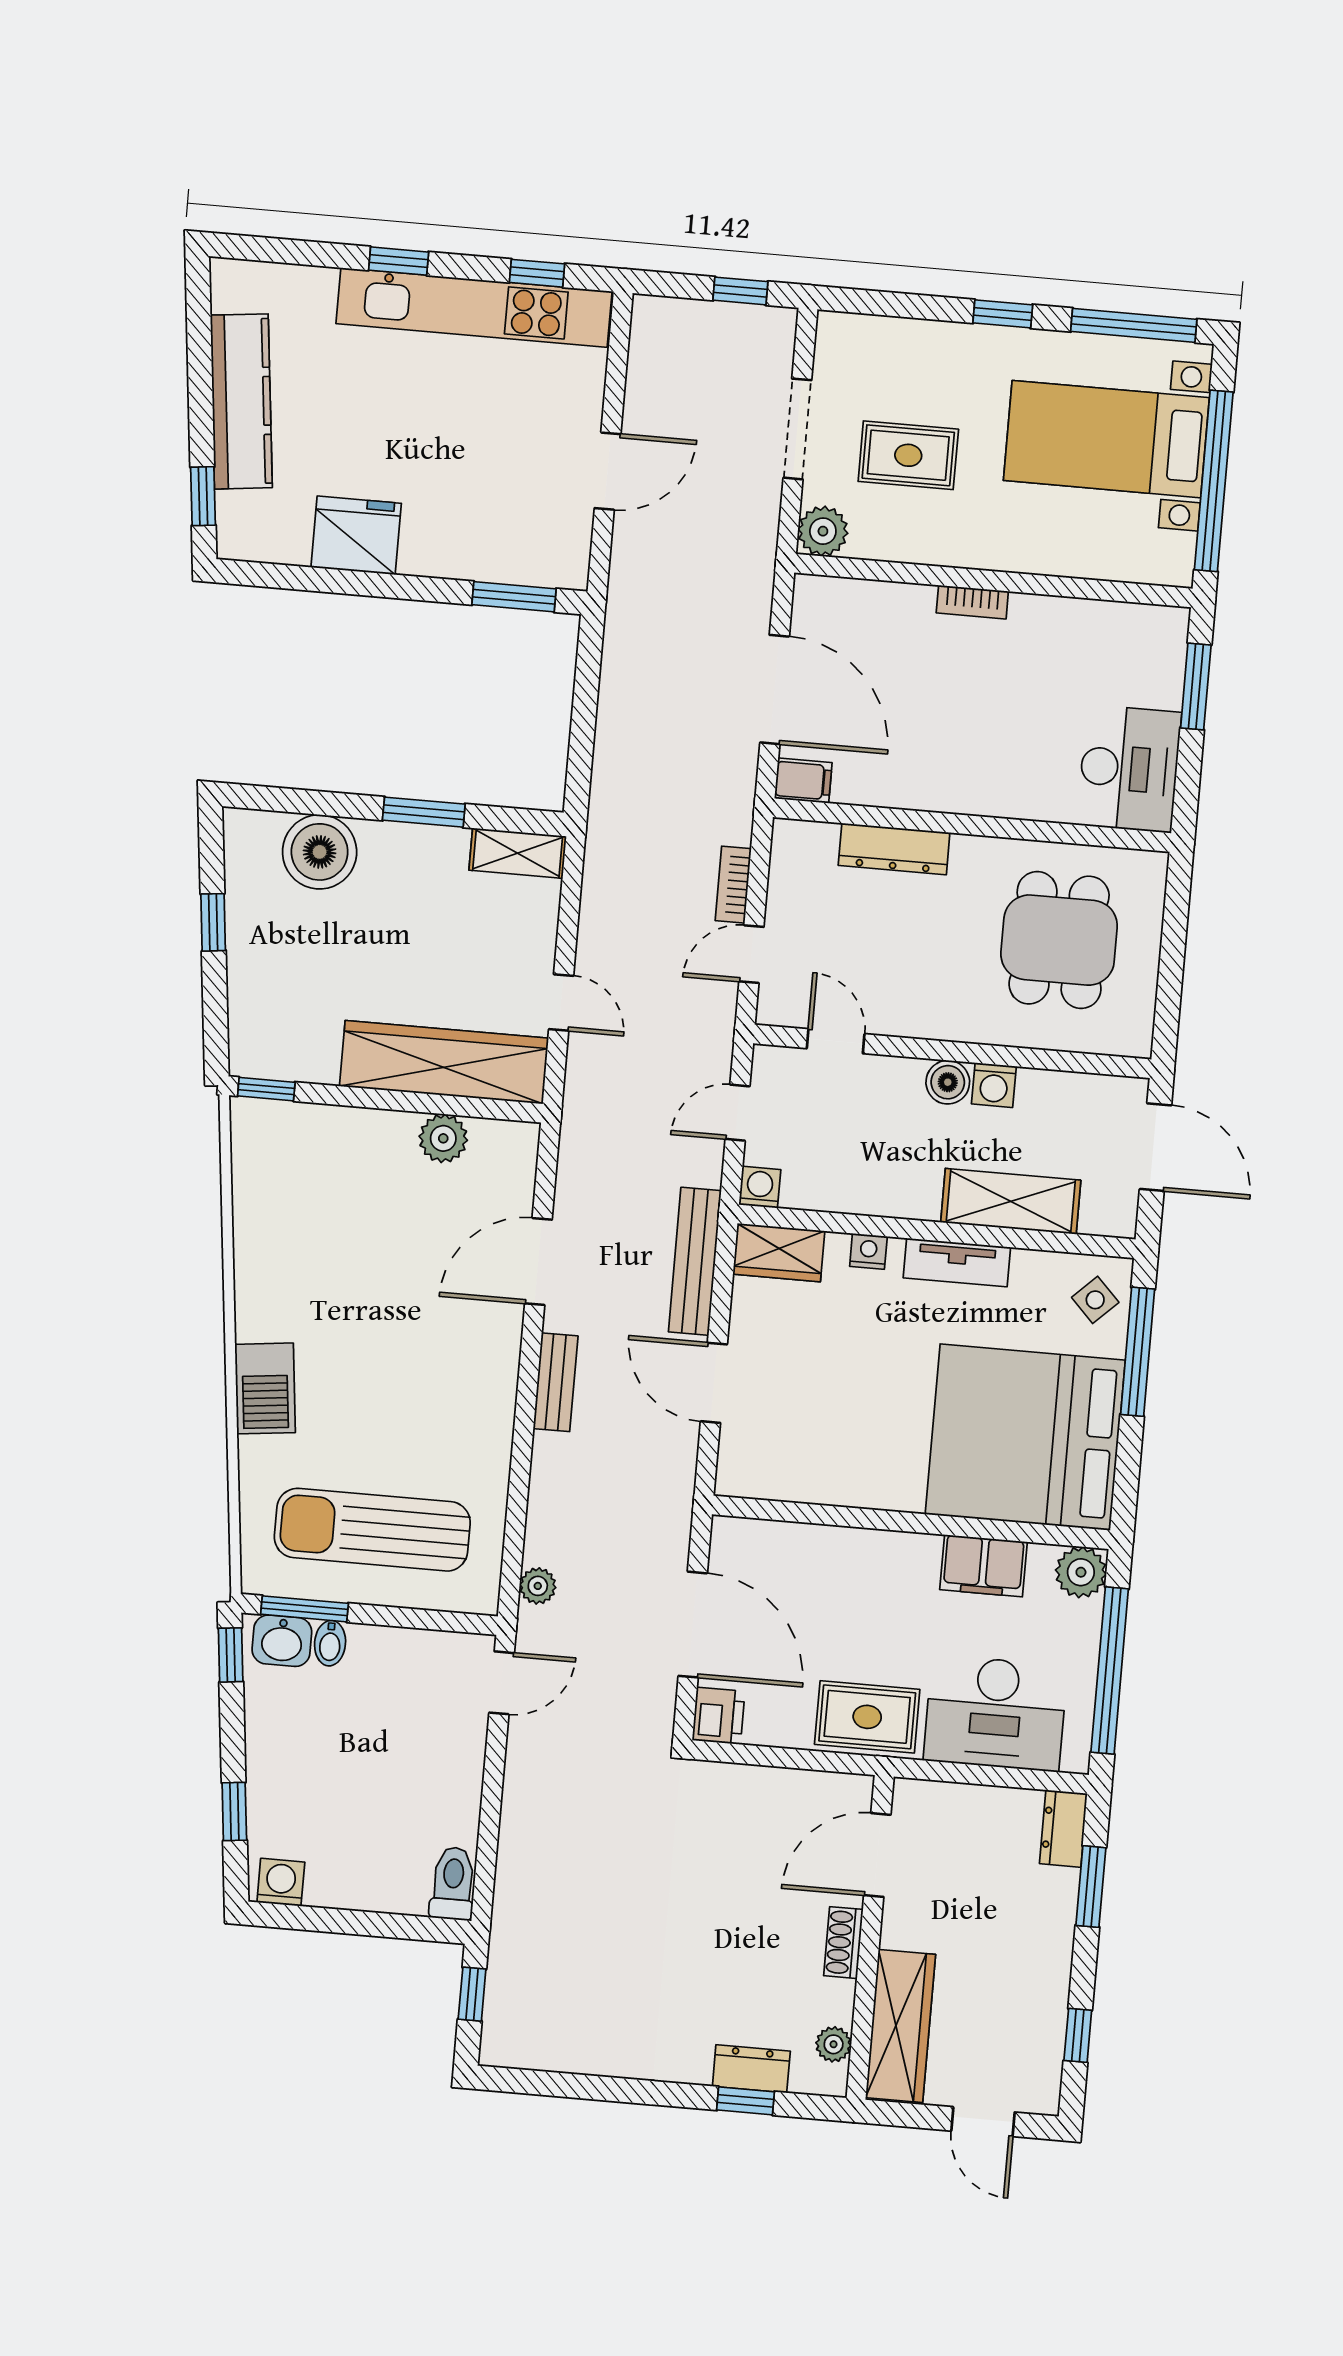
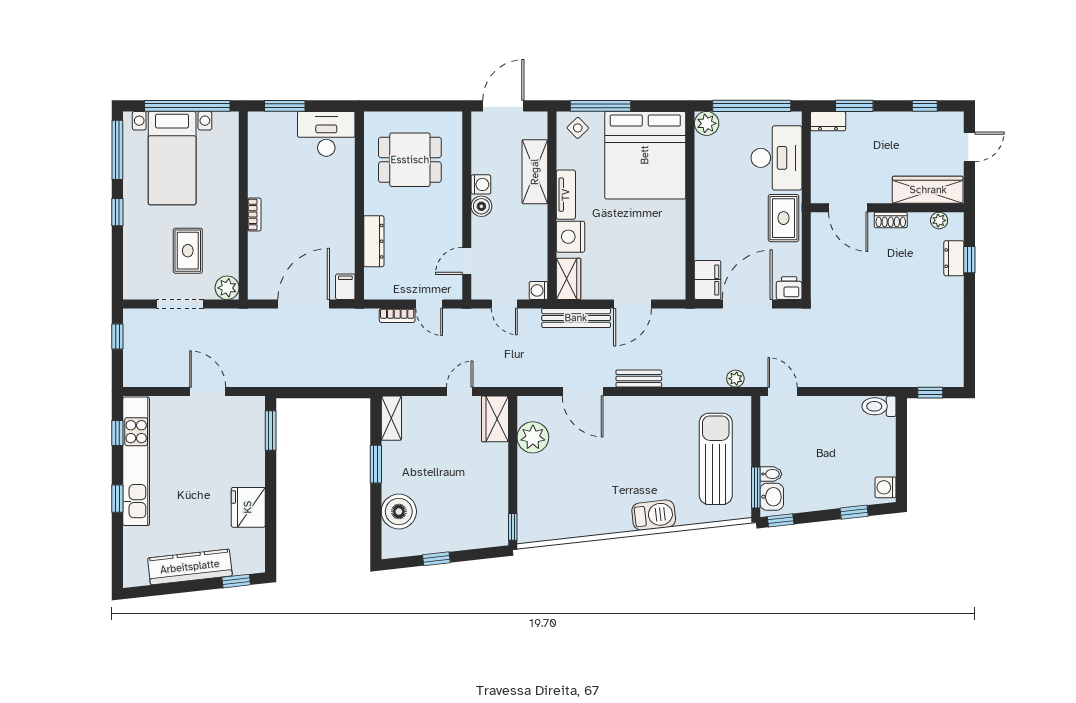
wardrobe: (444, 1062) -> (495, 419), width x0.48, depth x0.85
plant: (443, 1138) -> (533, 437), width x1.36, depth x1.36
nightstand: (868, 1251) -> (570, 237), width x1.89, depth x1.79
sun lounger: (372, 1530) -> (716, 459), turned 180
filing cabinet: (983, 1566) -> (708, 280), moved

